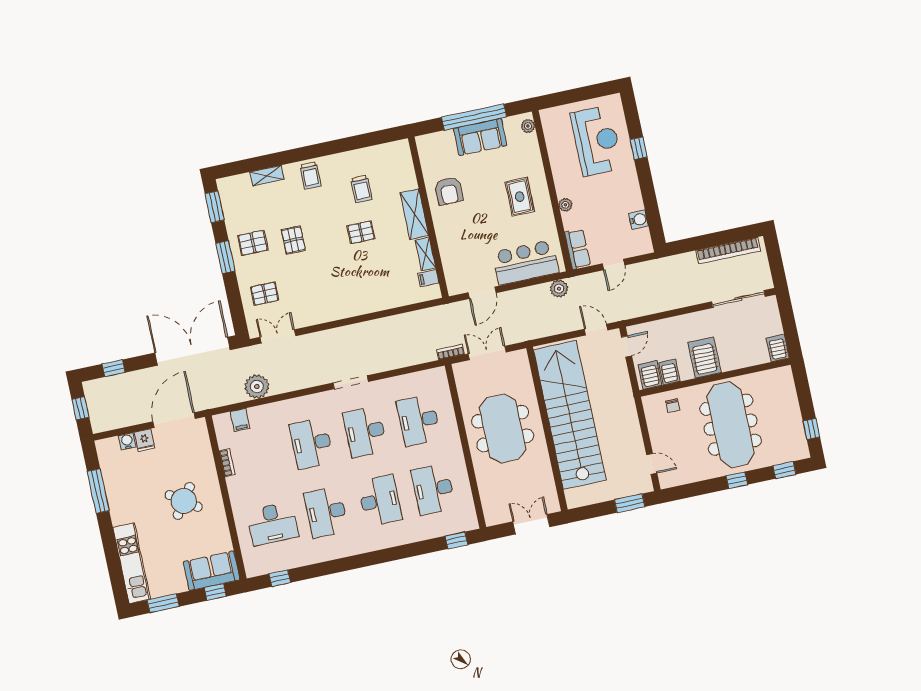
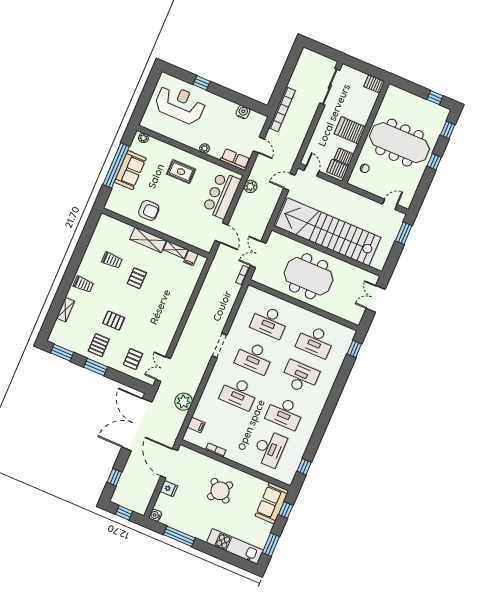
bookcase: (728, 251) -> (282, 109), moved
water cooler: (127, 441) -> (155, 515), moved

